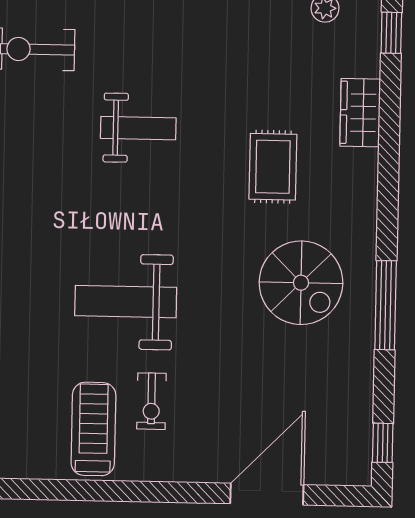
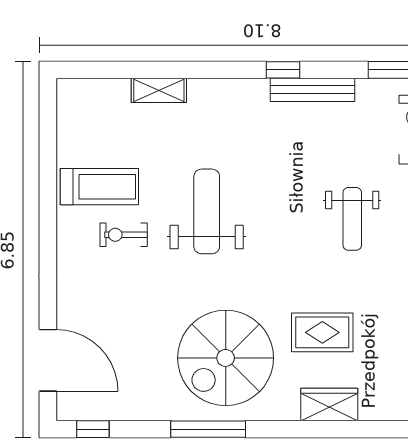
wardrobe: (360, 113) -> (329, 405), moved
spiral stairs: (301, 283) -> (226, 358), width x1.37, depth x1.37
door: (267, 494) -> (48, 360), moved

